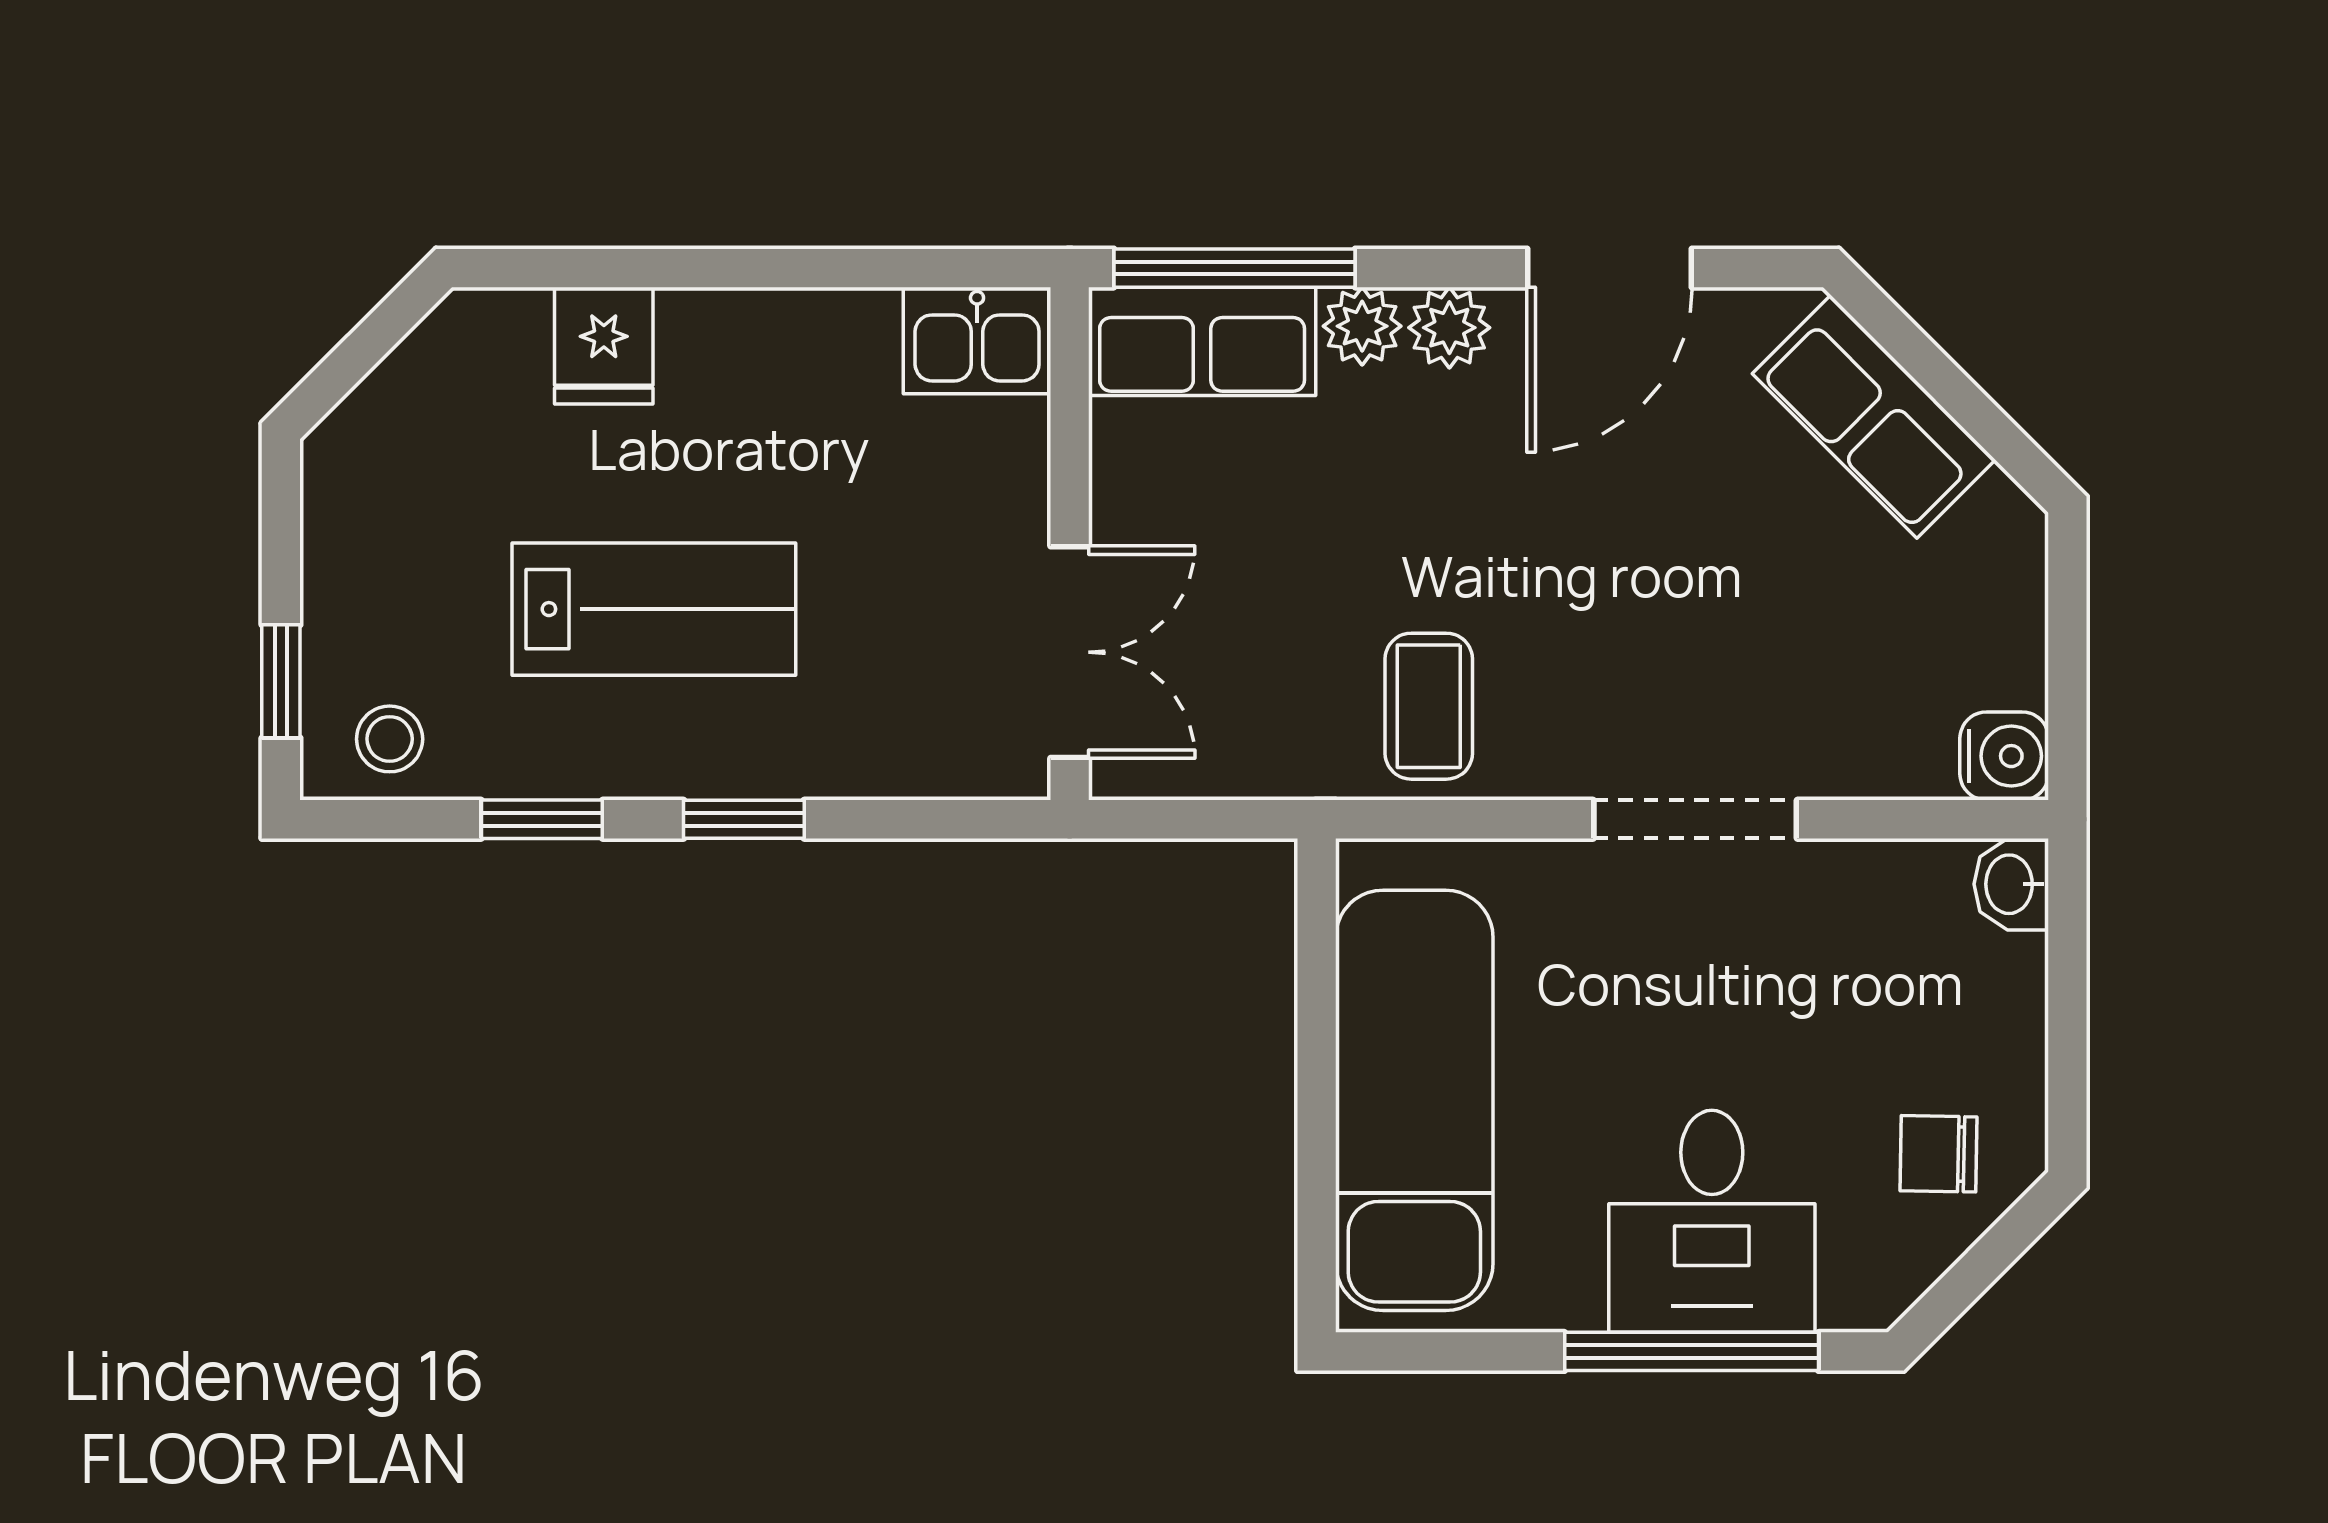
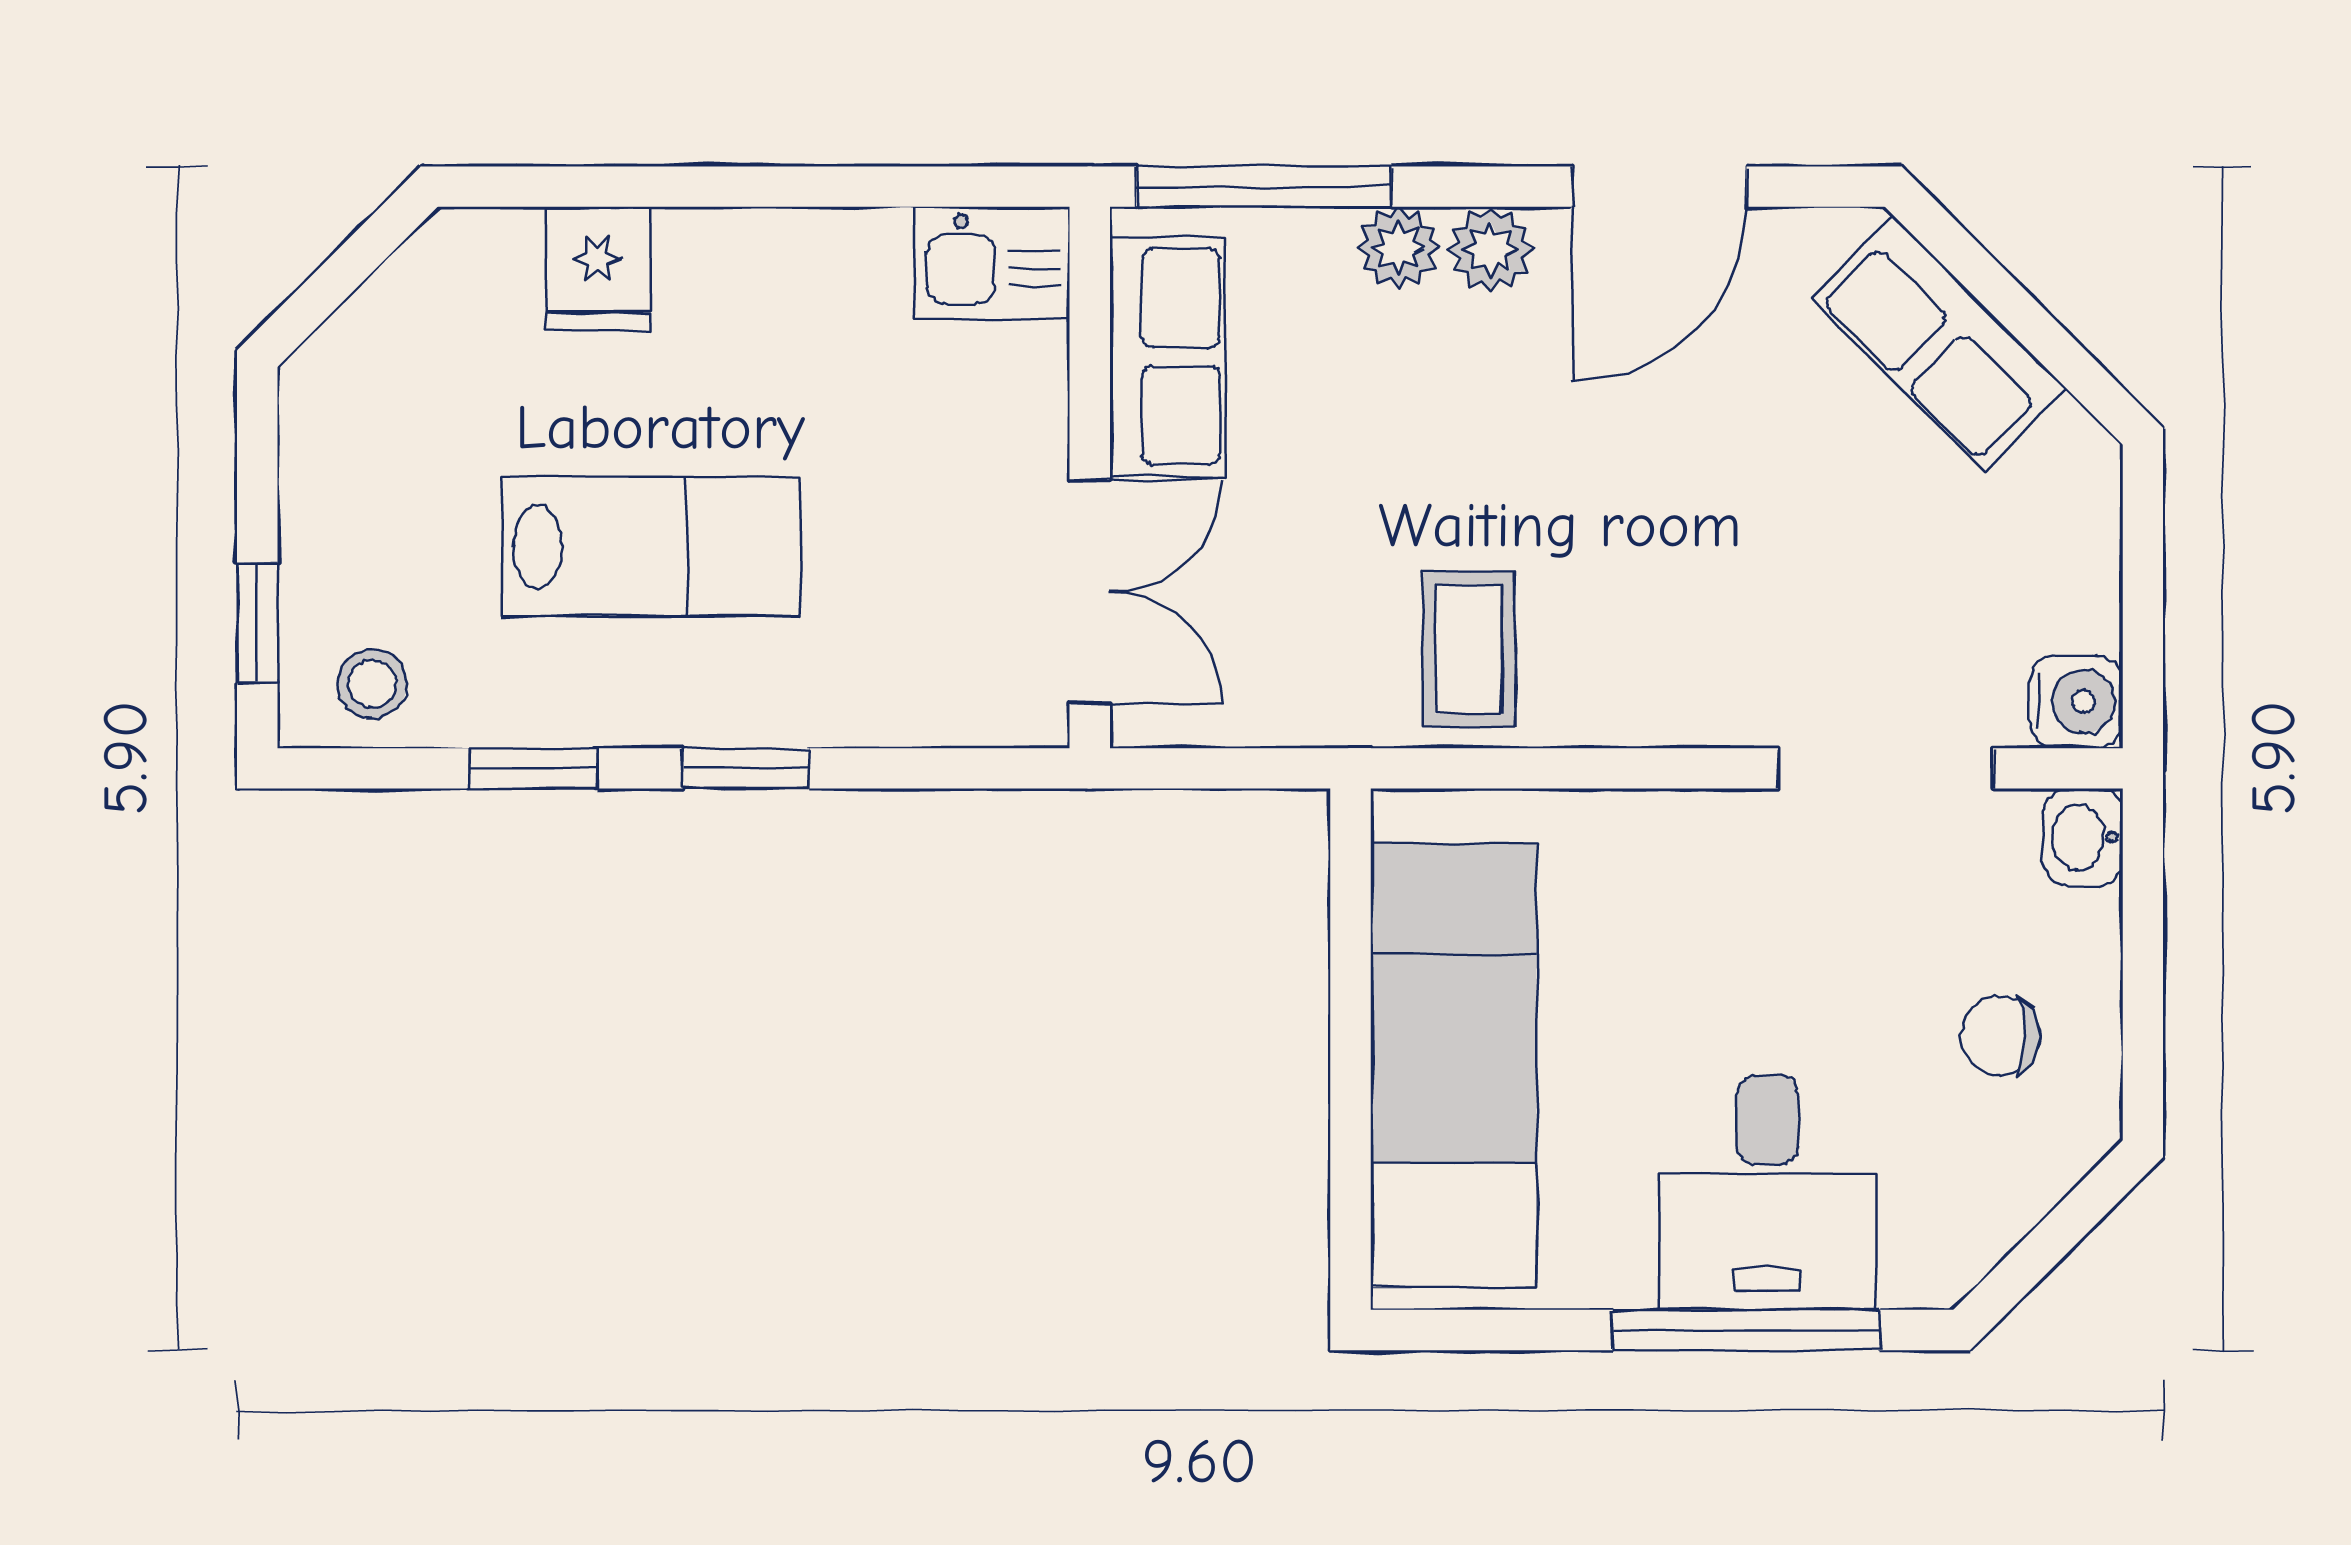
row of seats: (1202, 341) -> (1167, 357), moved, turned -90
doorway: (1695, 819) -> (1886, 768), moved
chair: (1938, 1154) -> (2000, 1036), moved

